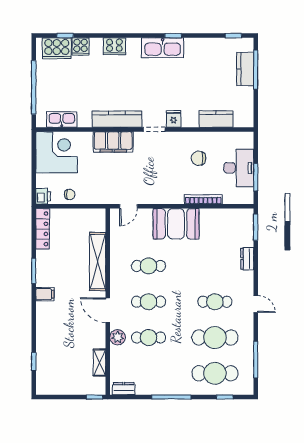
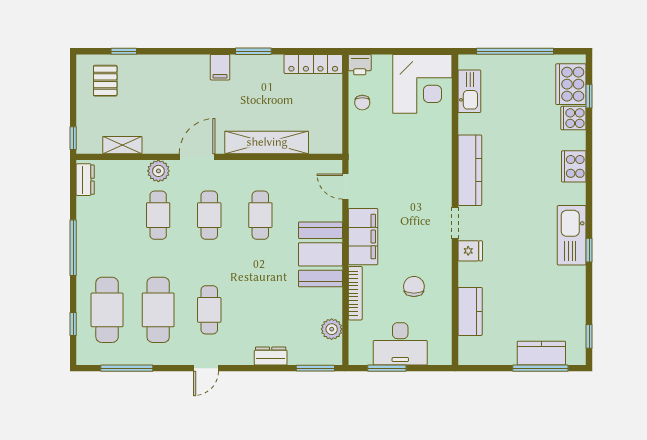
filing cabinet: (113, 142) -> (363, 237), moved, turned 180
plant: (228, 216) -> (332, 329), added
pallet: (54, 375) -> (105, 81), added

